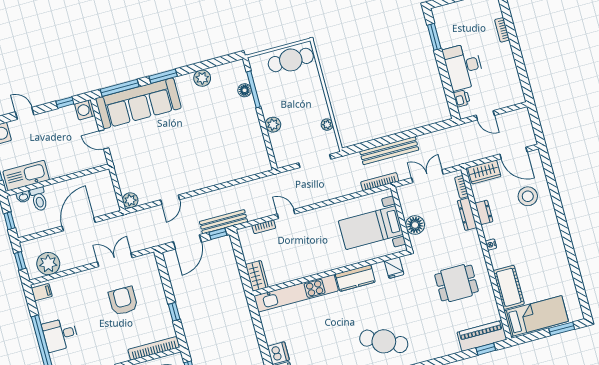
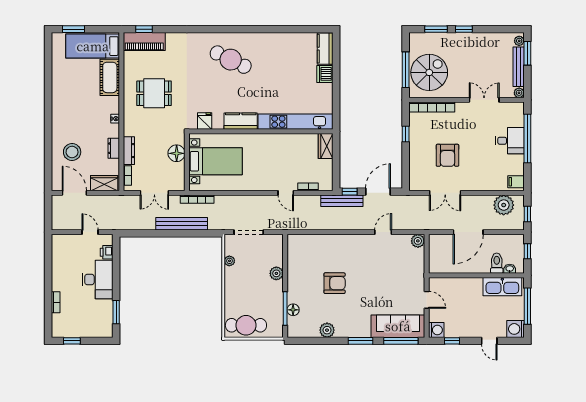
sofa: (138, 103) -> (398, 326), width x0.74, depth x0.79
armchair: (208, 131) -> (335, 283), added

